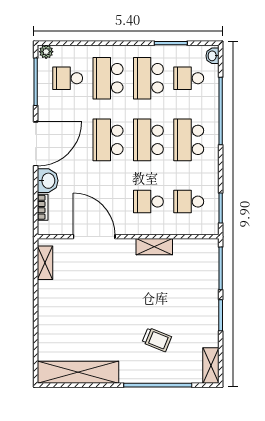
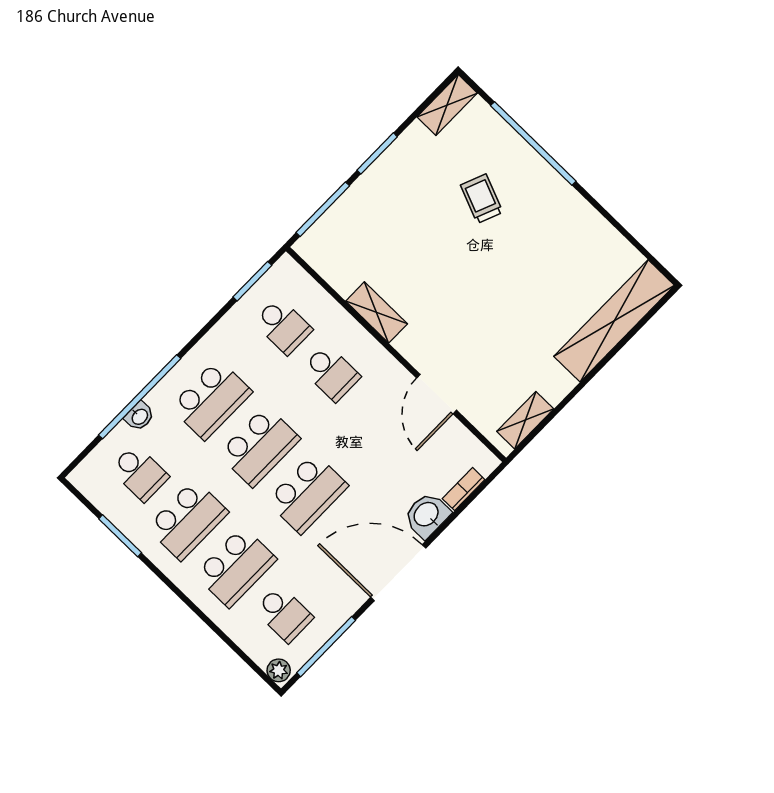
washbasin: (213, 56) -> (139, 416), moved
door: (94, 237) -> (437, 394), width x0.73
shelving: (78, 372) -> (614, 321), moved, turned 90

